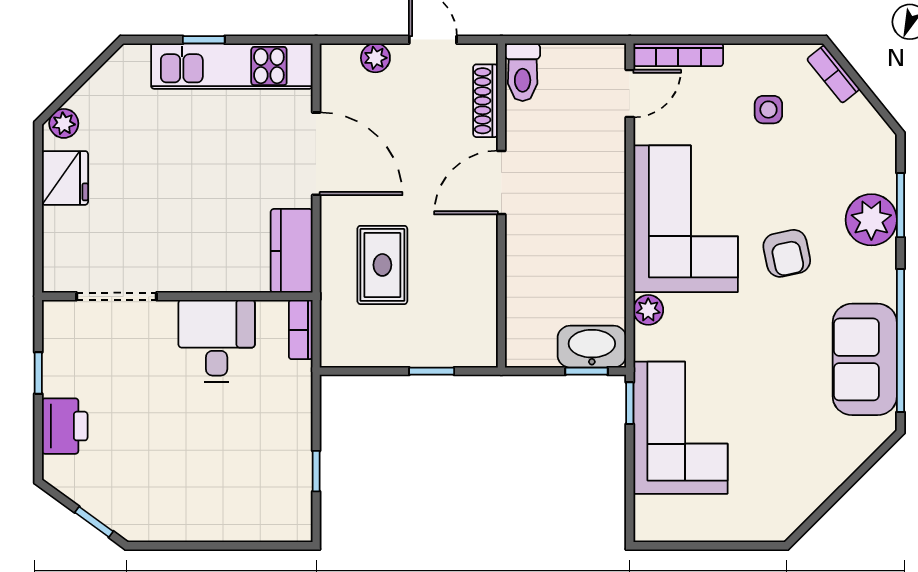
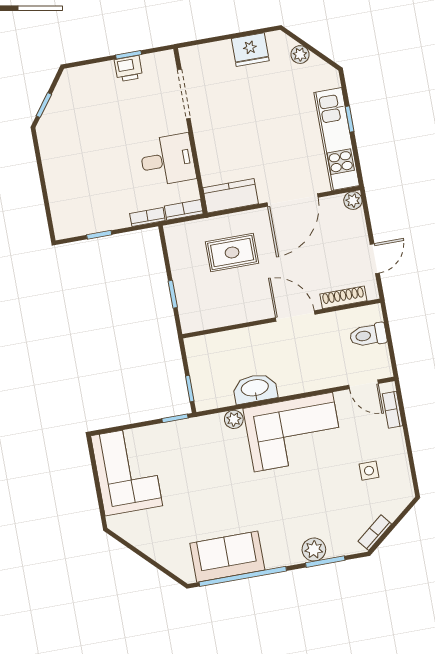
bookcase: (678, 55) -> (392, 410), width x0.64
plant: (375, 58) -> (353, 201), moved
toilet: (523, 72) -> (368, 335), moved
bookcase: (833, 74) -> (375, 533), moved
plant: (64, 123) -> (300, 55), moved
plant: (871, 220) -> (314, 550), width x0.73, depth x0.73
armchair: (787, 253) -> (283, 498), removed
washbasin: (592, 347) -> (255, 389), moved, turned -90
bookcase: (302, 389) -> (147, 217), added
printer: (65, 426) -> (128, 69), moved, width x0.73, depth x0.81
corner sofa: (680, 428) -> (127, 471), moved, turned -90

